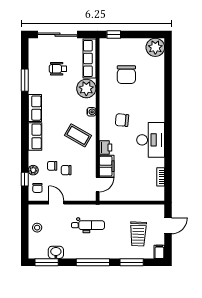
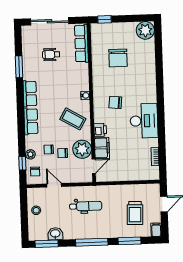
plant: (86, 89) -> (82, 149), moved

